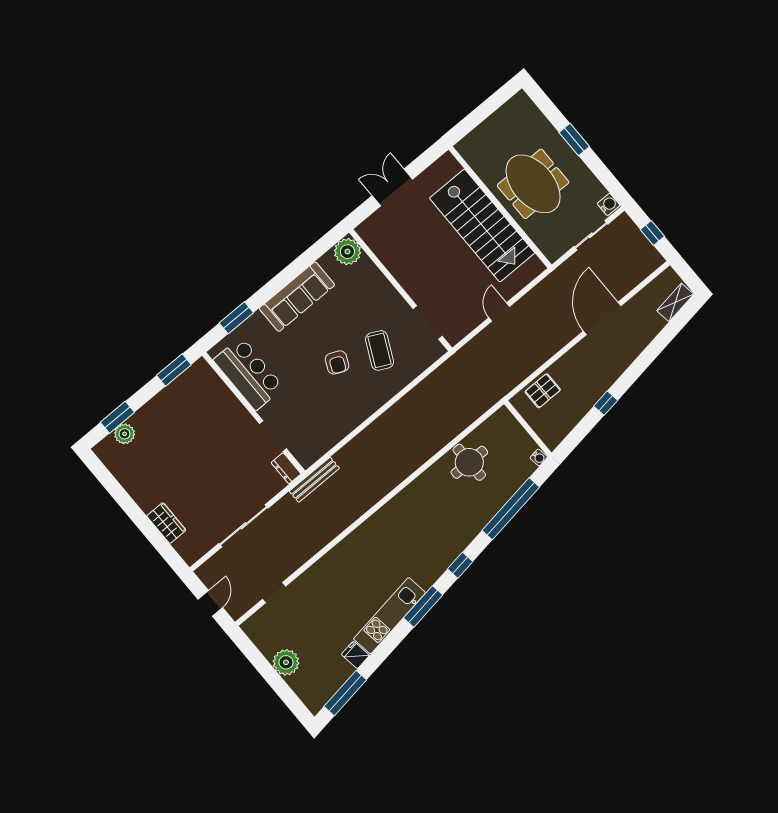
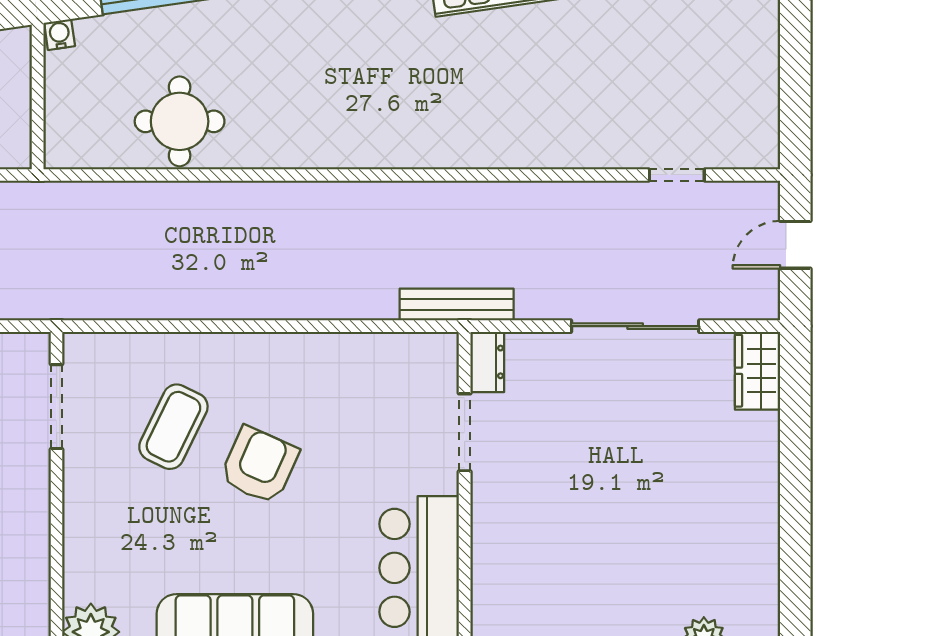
armchair: (337, 362) -> (259, 465), width x1.38, depth x1.38
wardrobe: (166, 523) -> (758, 371), moved
plant: (286, 662) -> (752, 45), removed

